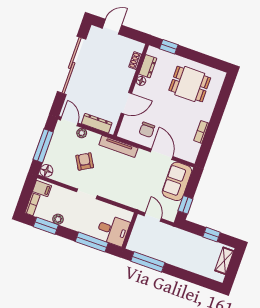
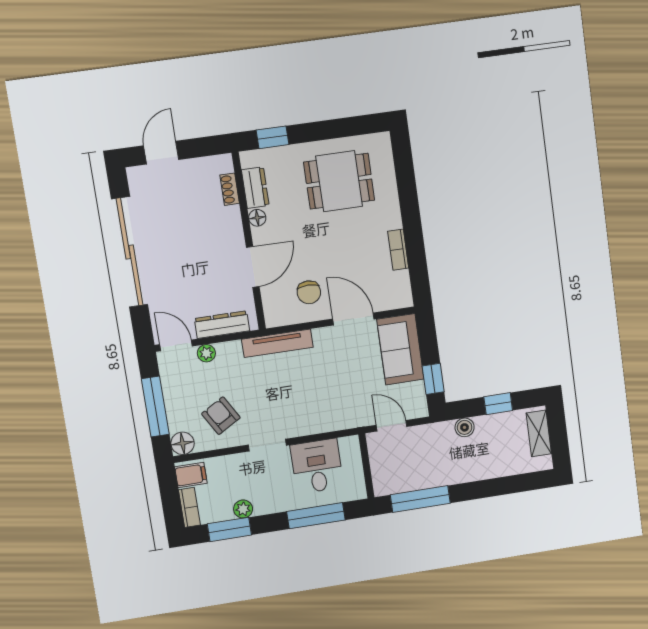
armchair: (85, 161) -> (221, 416), moved
desk: (113, 230) -> (317, 466), moved, turned -90
boiler: (189, 238) -> (465, 427), added

